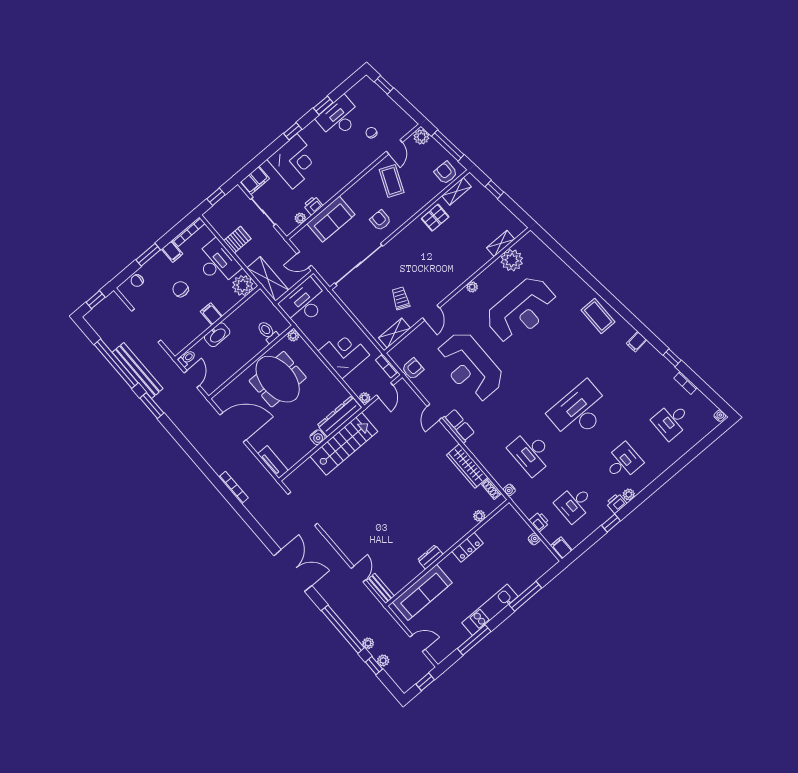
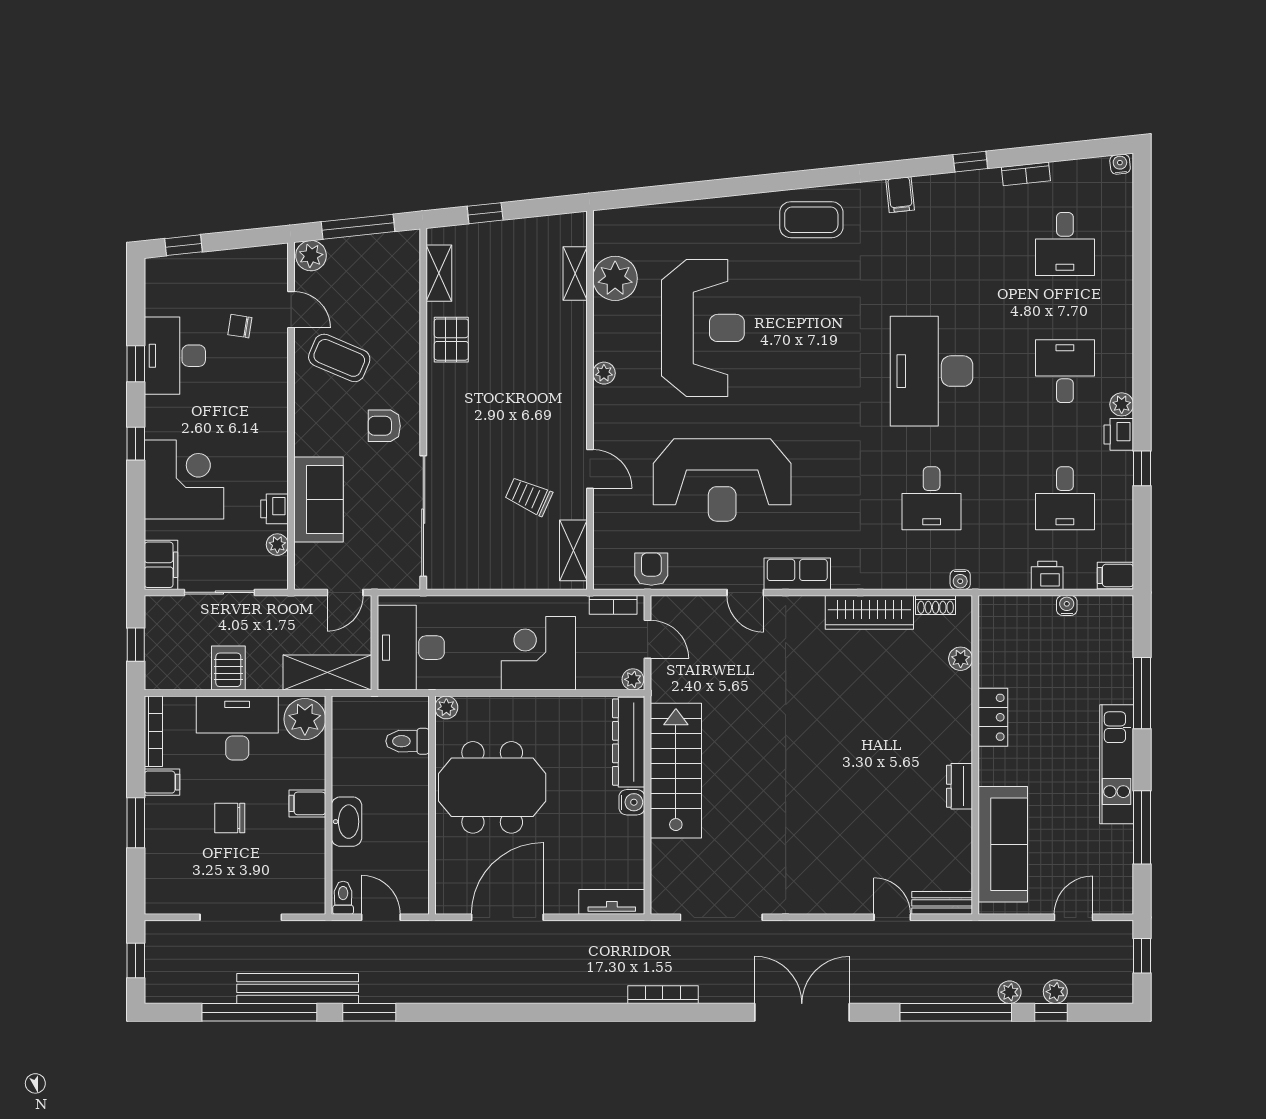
armchair: (446, 173) -> (397, 265), removed
chair: (137, 281) -> (161, 873), removed
desk: (531, 453) -> (932, 498), width x0.73
bookcase: (233, 487) -> (663, 995), moved

